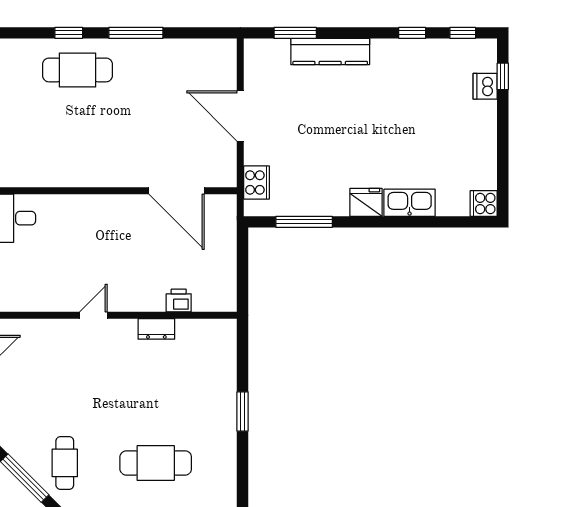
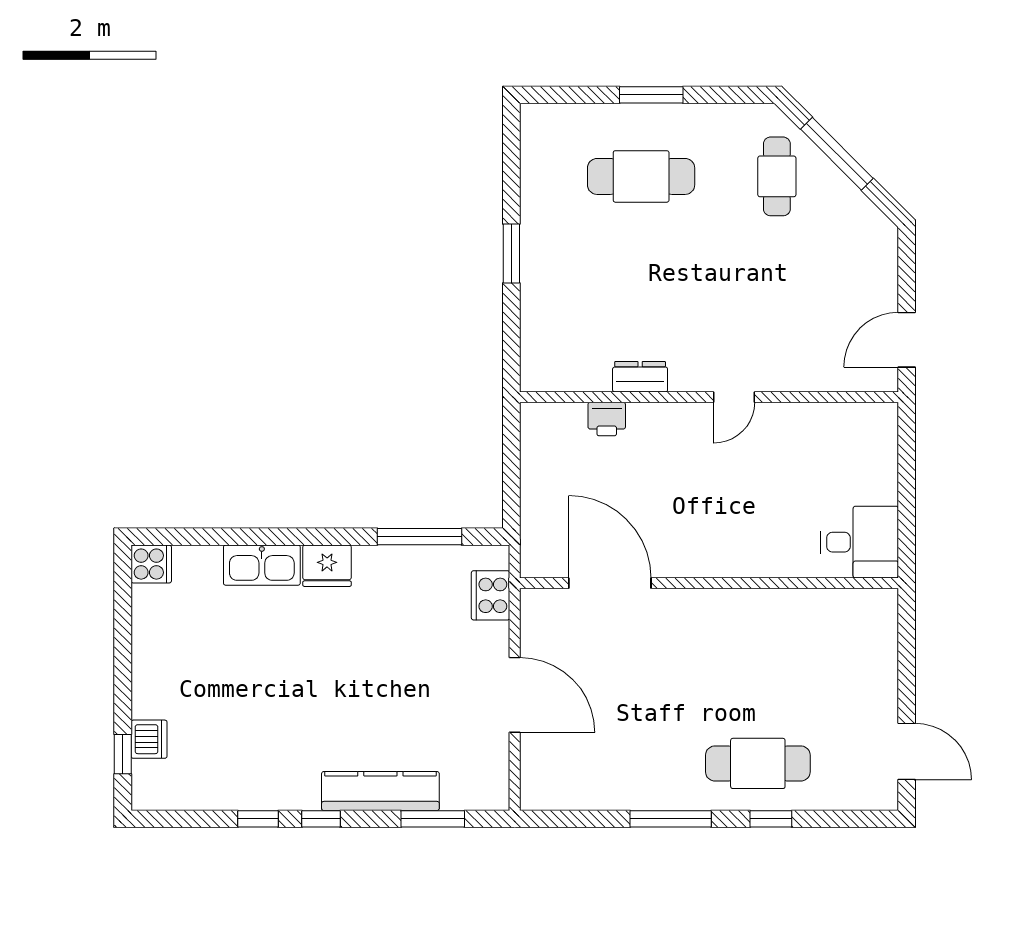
window: (463, 33) -> (321, 819), moved

